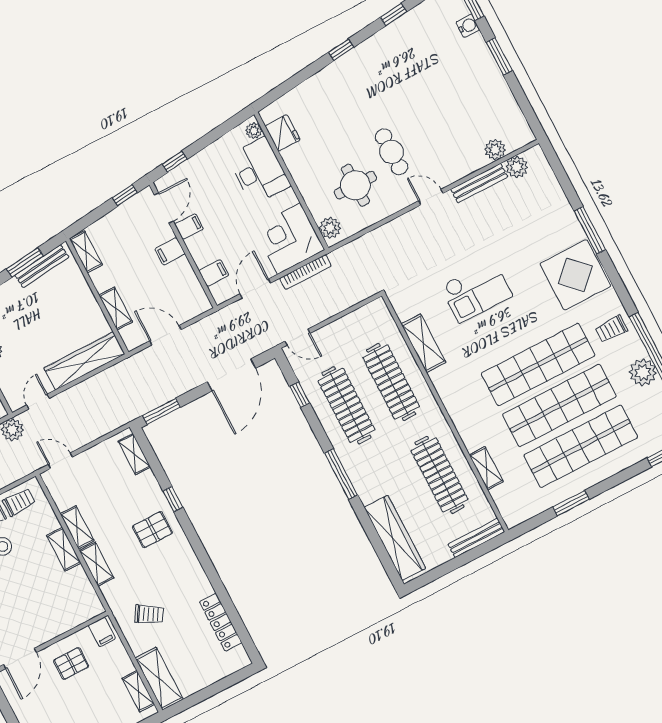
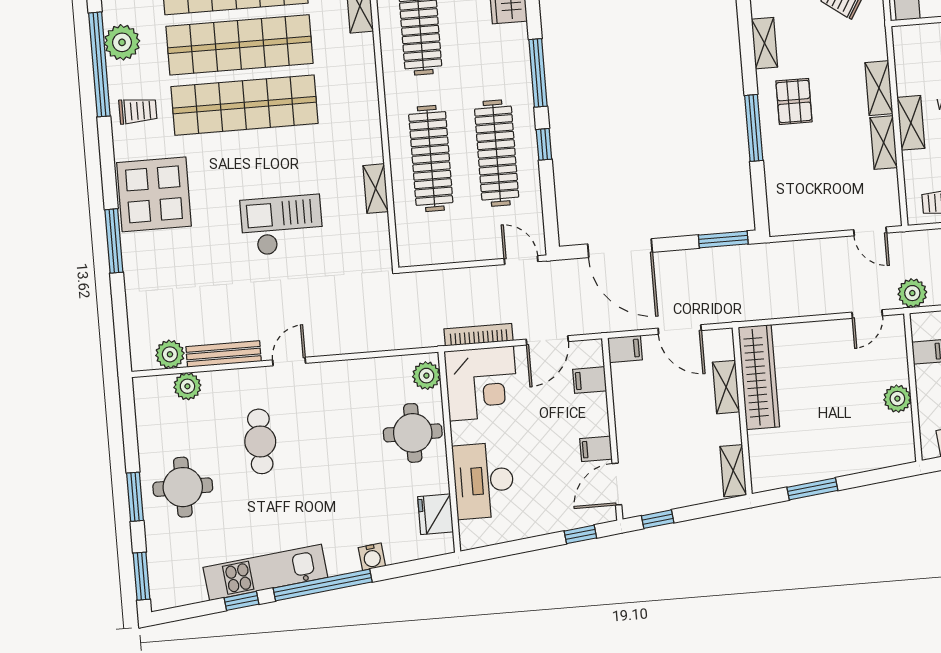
water cooler: (468, 26) -> (372, 557), moved, turned -96
kitchen unit: (385, 42) -> (265, 572), added
window: (341, 50) -> (323, 585), width x3.17
round table: (468, 77) -> (183, 487), added
plant: (254, 131) -> (469, 532), removed
cafe table: (392, 152) -> (260, 441), moved
round table: (355, 185) -> (413, 433), moved
door: (431, 197) -> (289, 362), swing flipped
filing cabinet: (170, 251) -> (625, 349), moved
bench: (42, 266) -> (794, 476), removed
shelving: (423, 343) -> (376, 189), width x0.67, depth x0.75
wardrobe: (84, 361) -> (759, 377), moved, turned -90
door: (231, 375) -> (620, 248), swing flipped
window: (300, 395) -> (544, 144), moved
shelving: (134, 454) -> (765, 43), moved
window: (173, 499) -> (754, 128), width x2.17
pallet: (152, 530) -> (794, 101), turned 90

